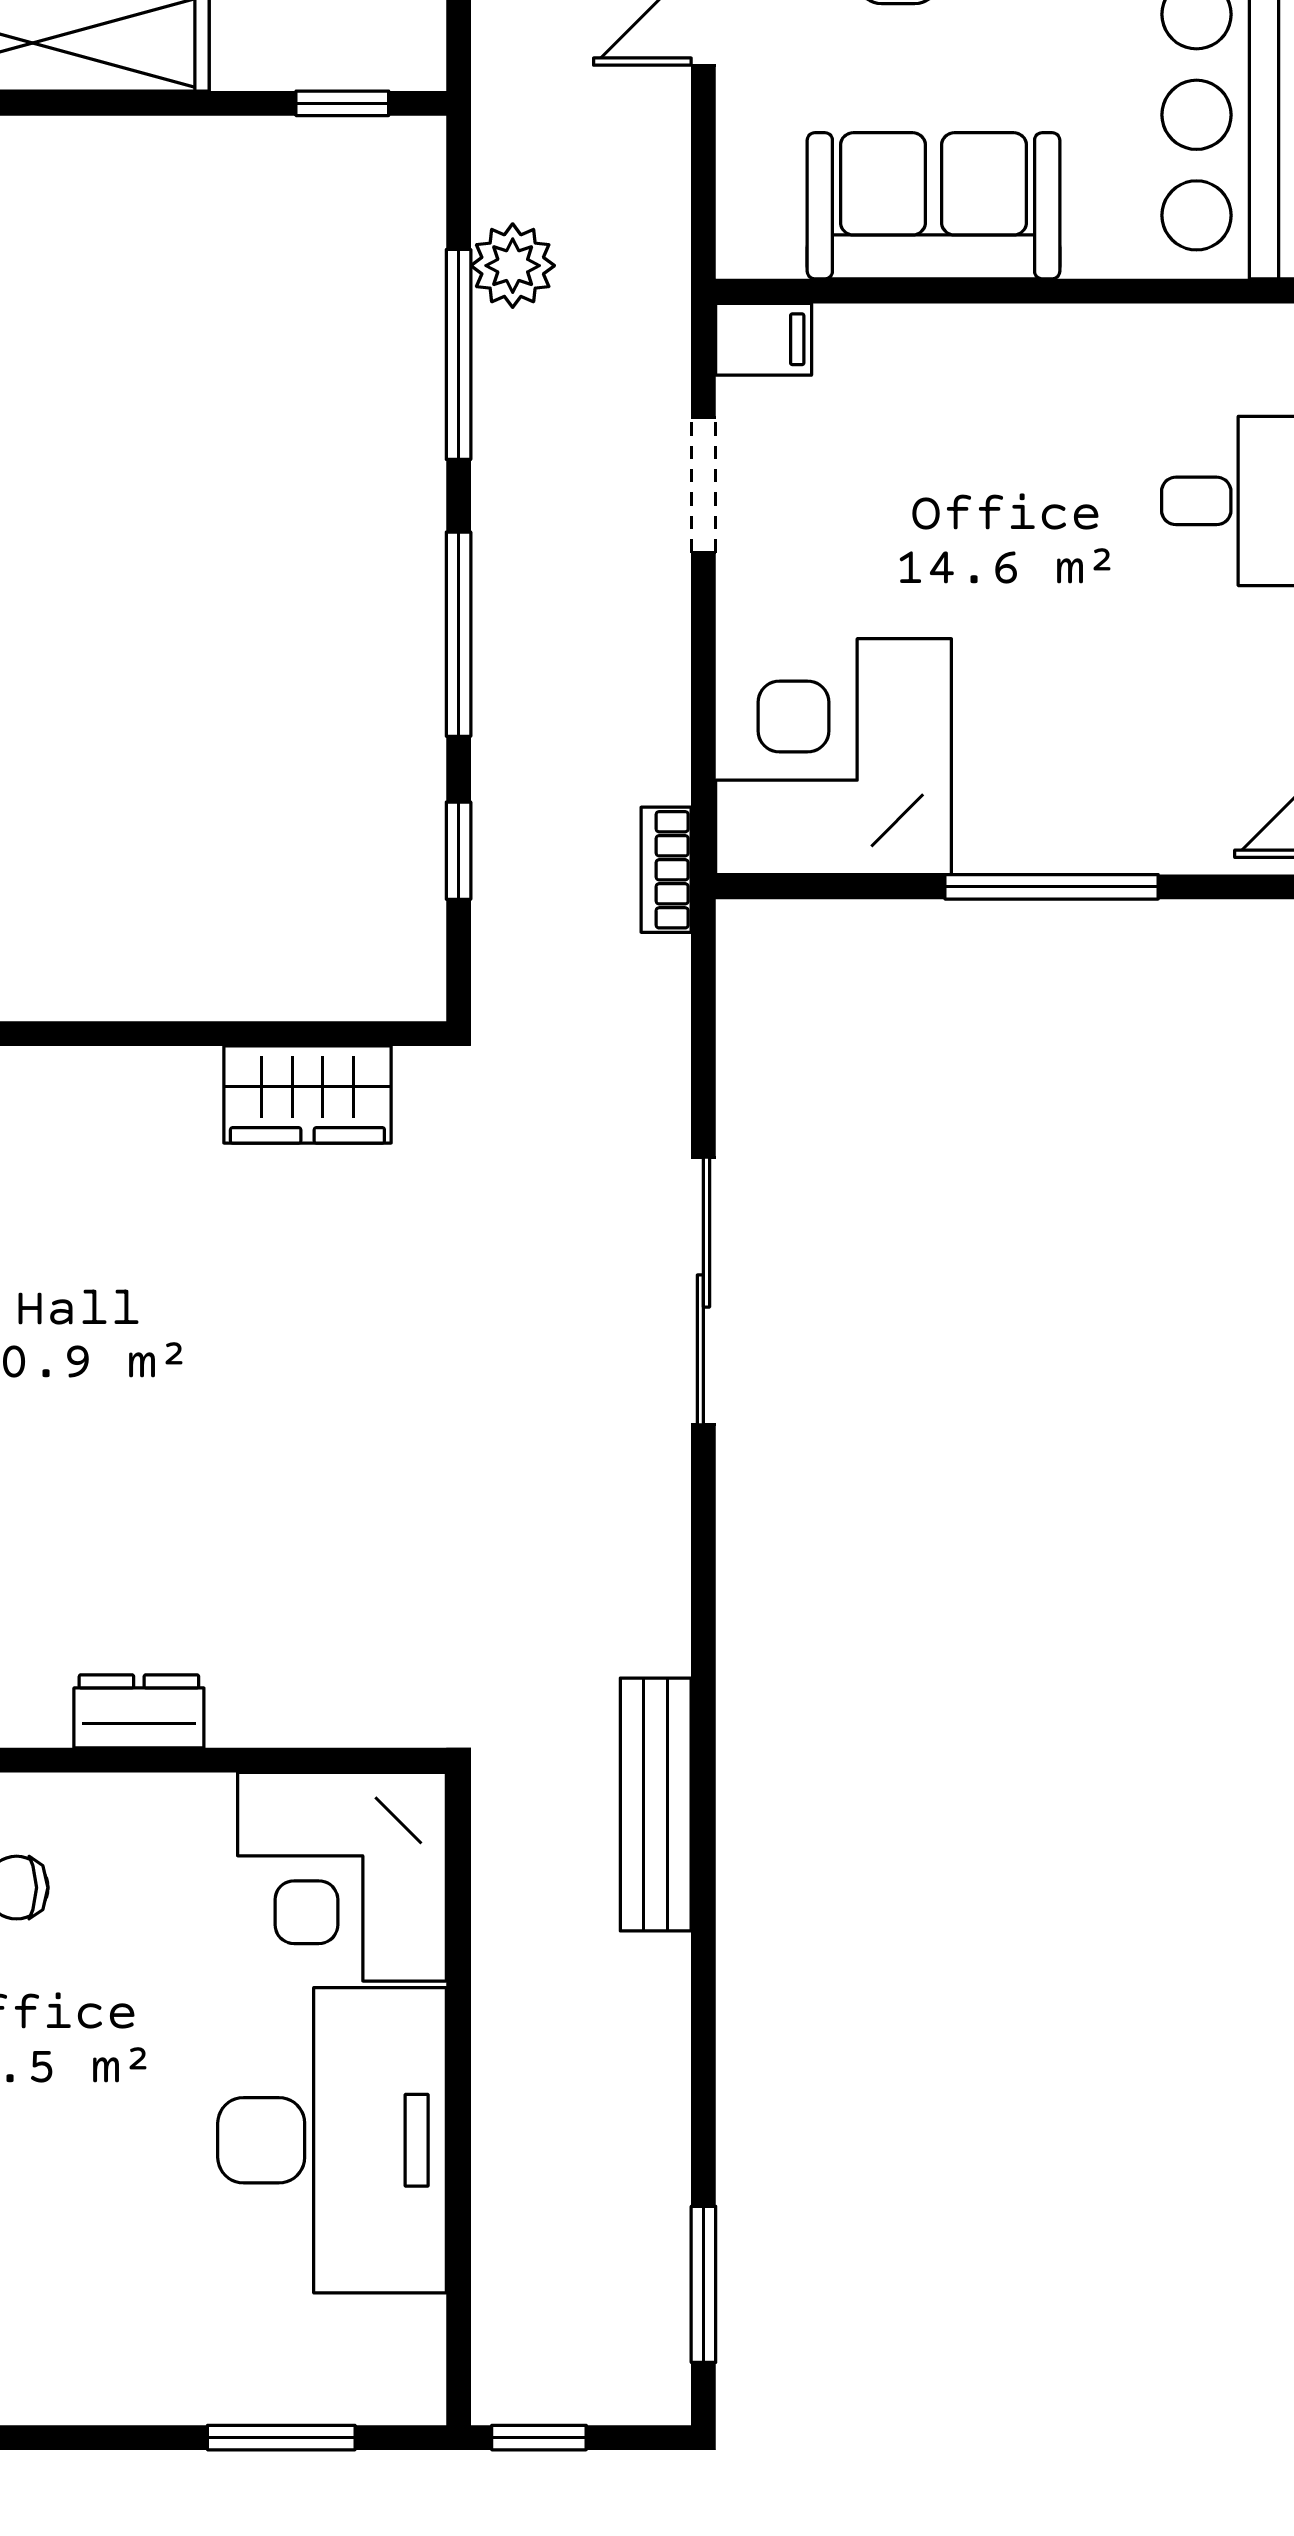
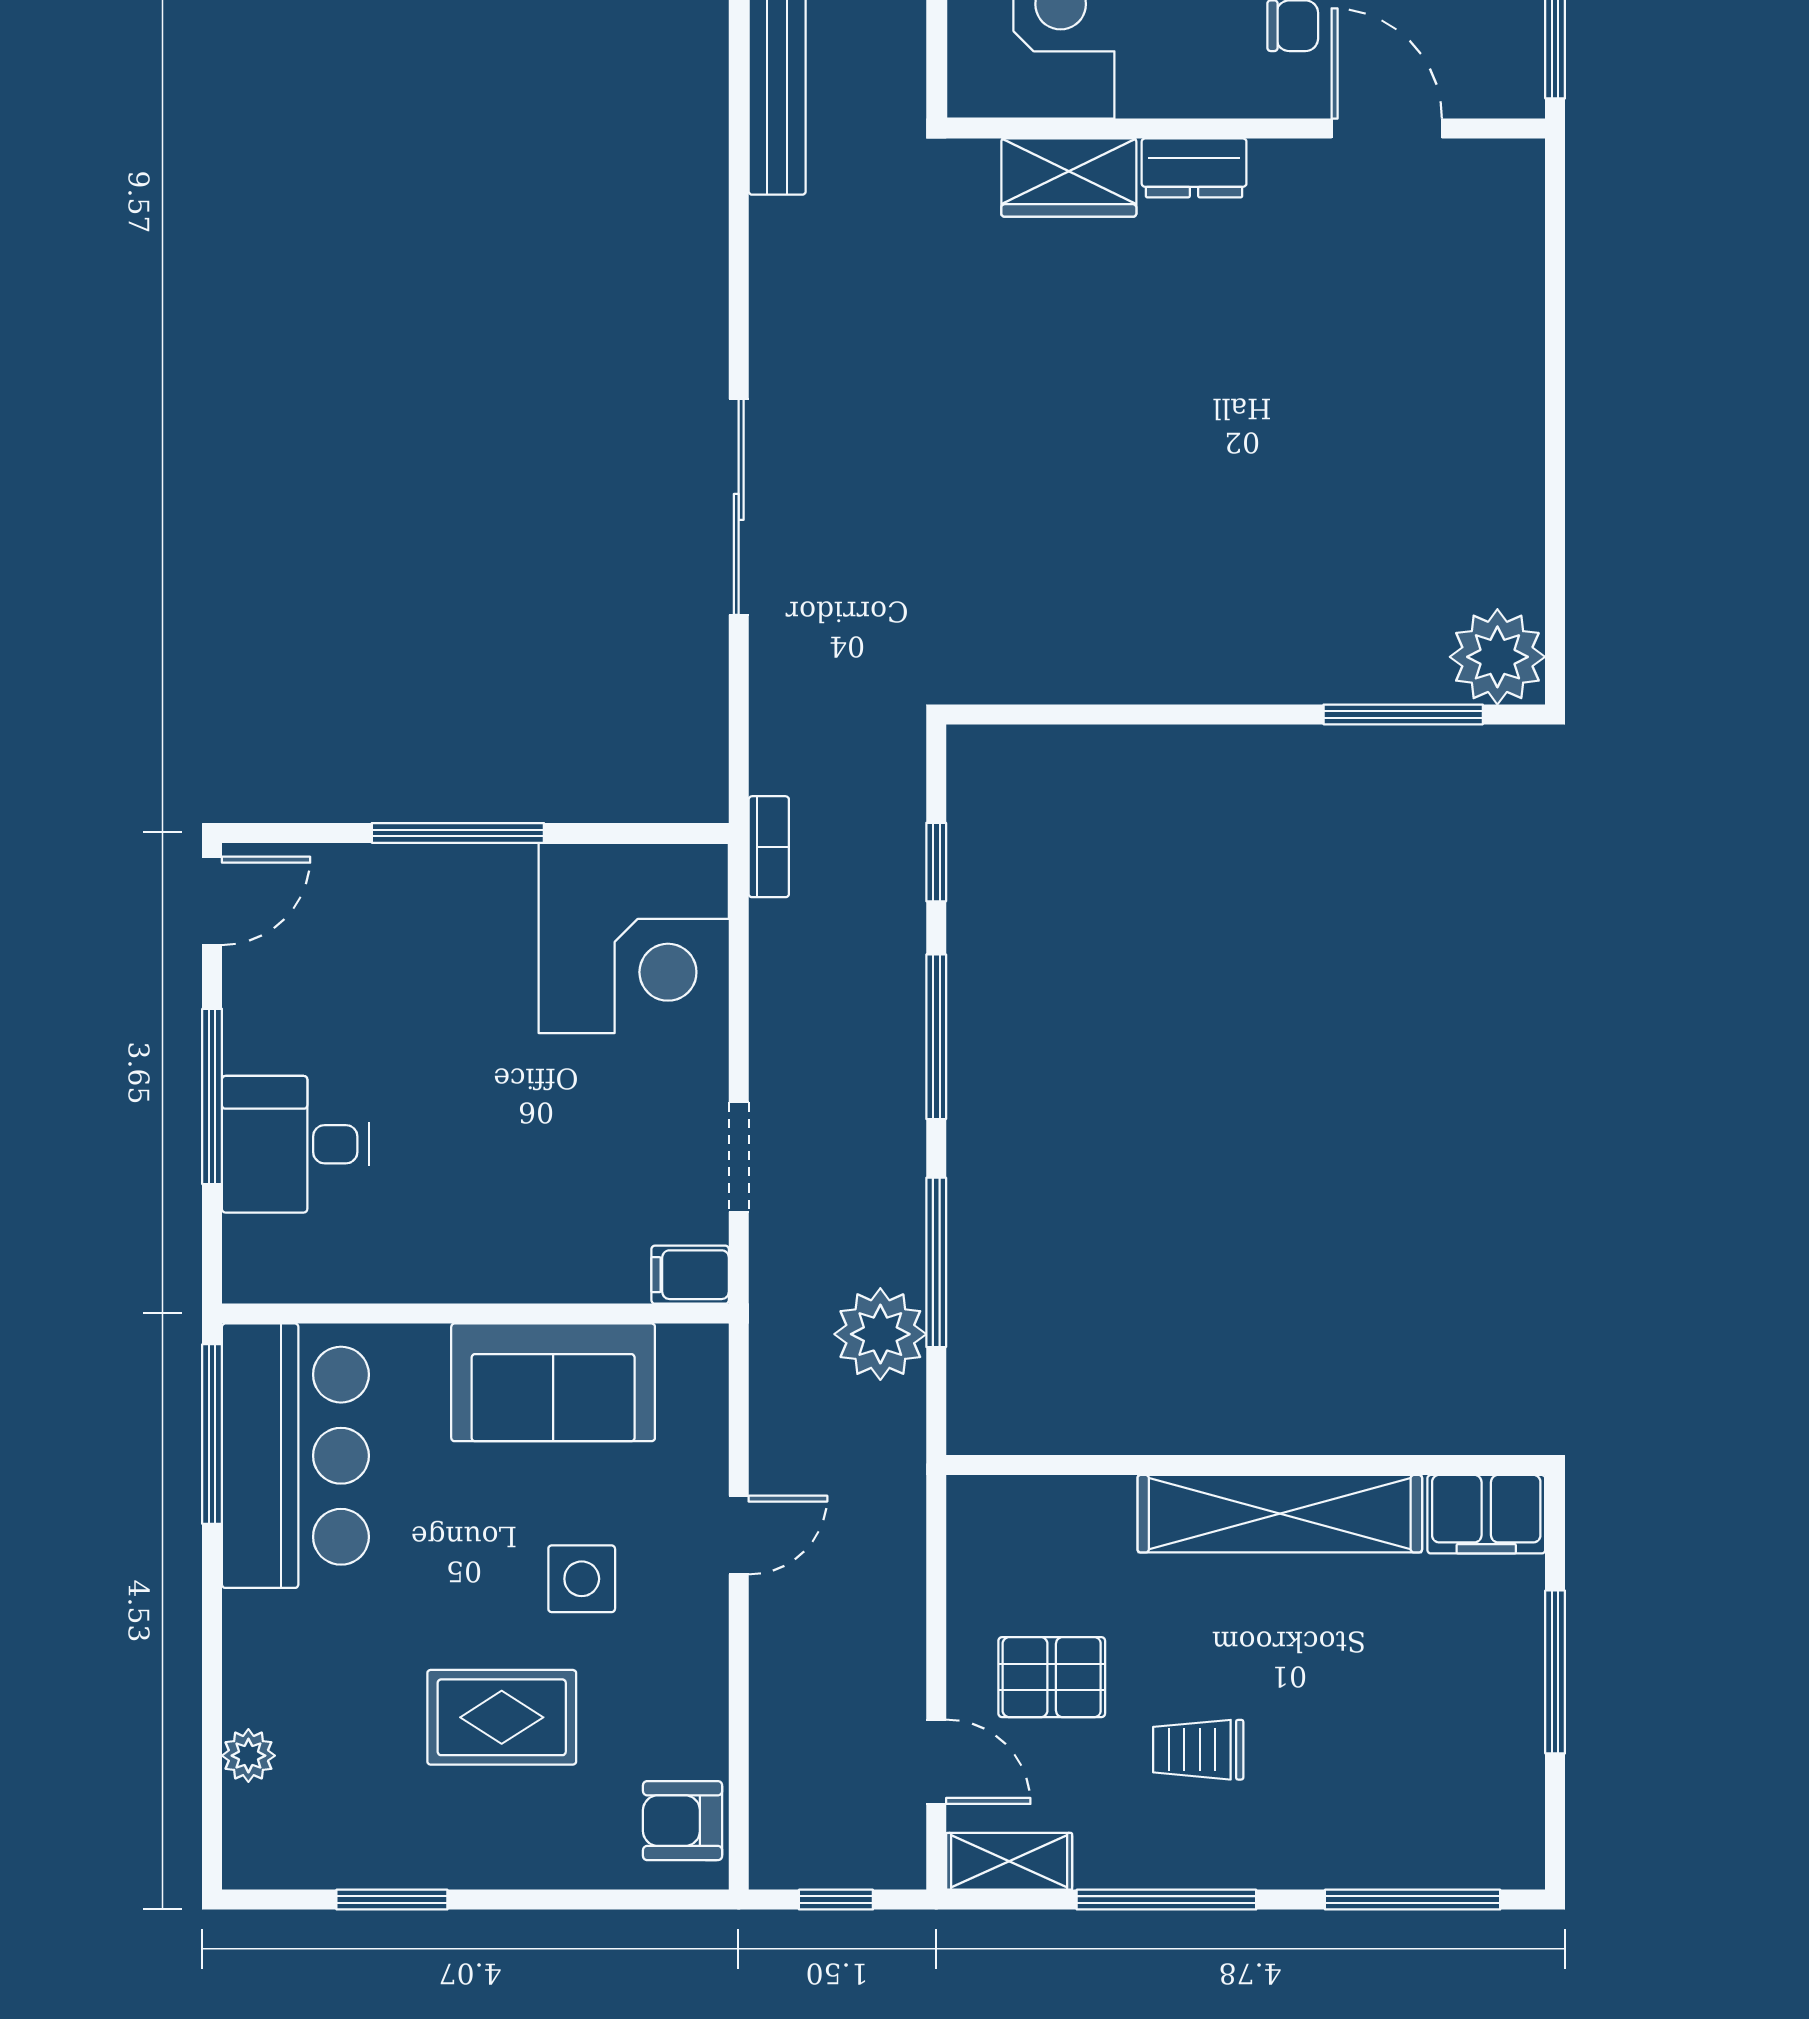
window: (342, 103) -> (1030, 1465), removed
plant: (513, 266) -> (880, 1334), width x1.36, depth x1.36
wardrobe: (307, 1095) -> (1069, 178), moved, turned 180

